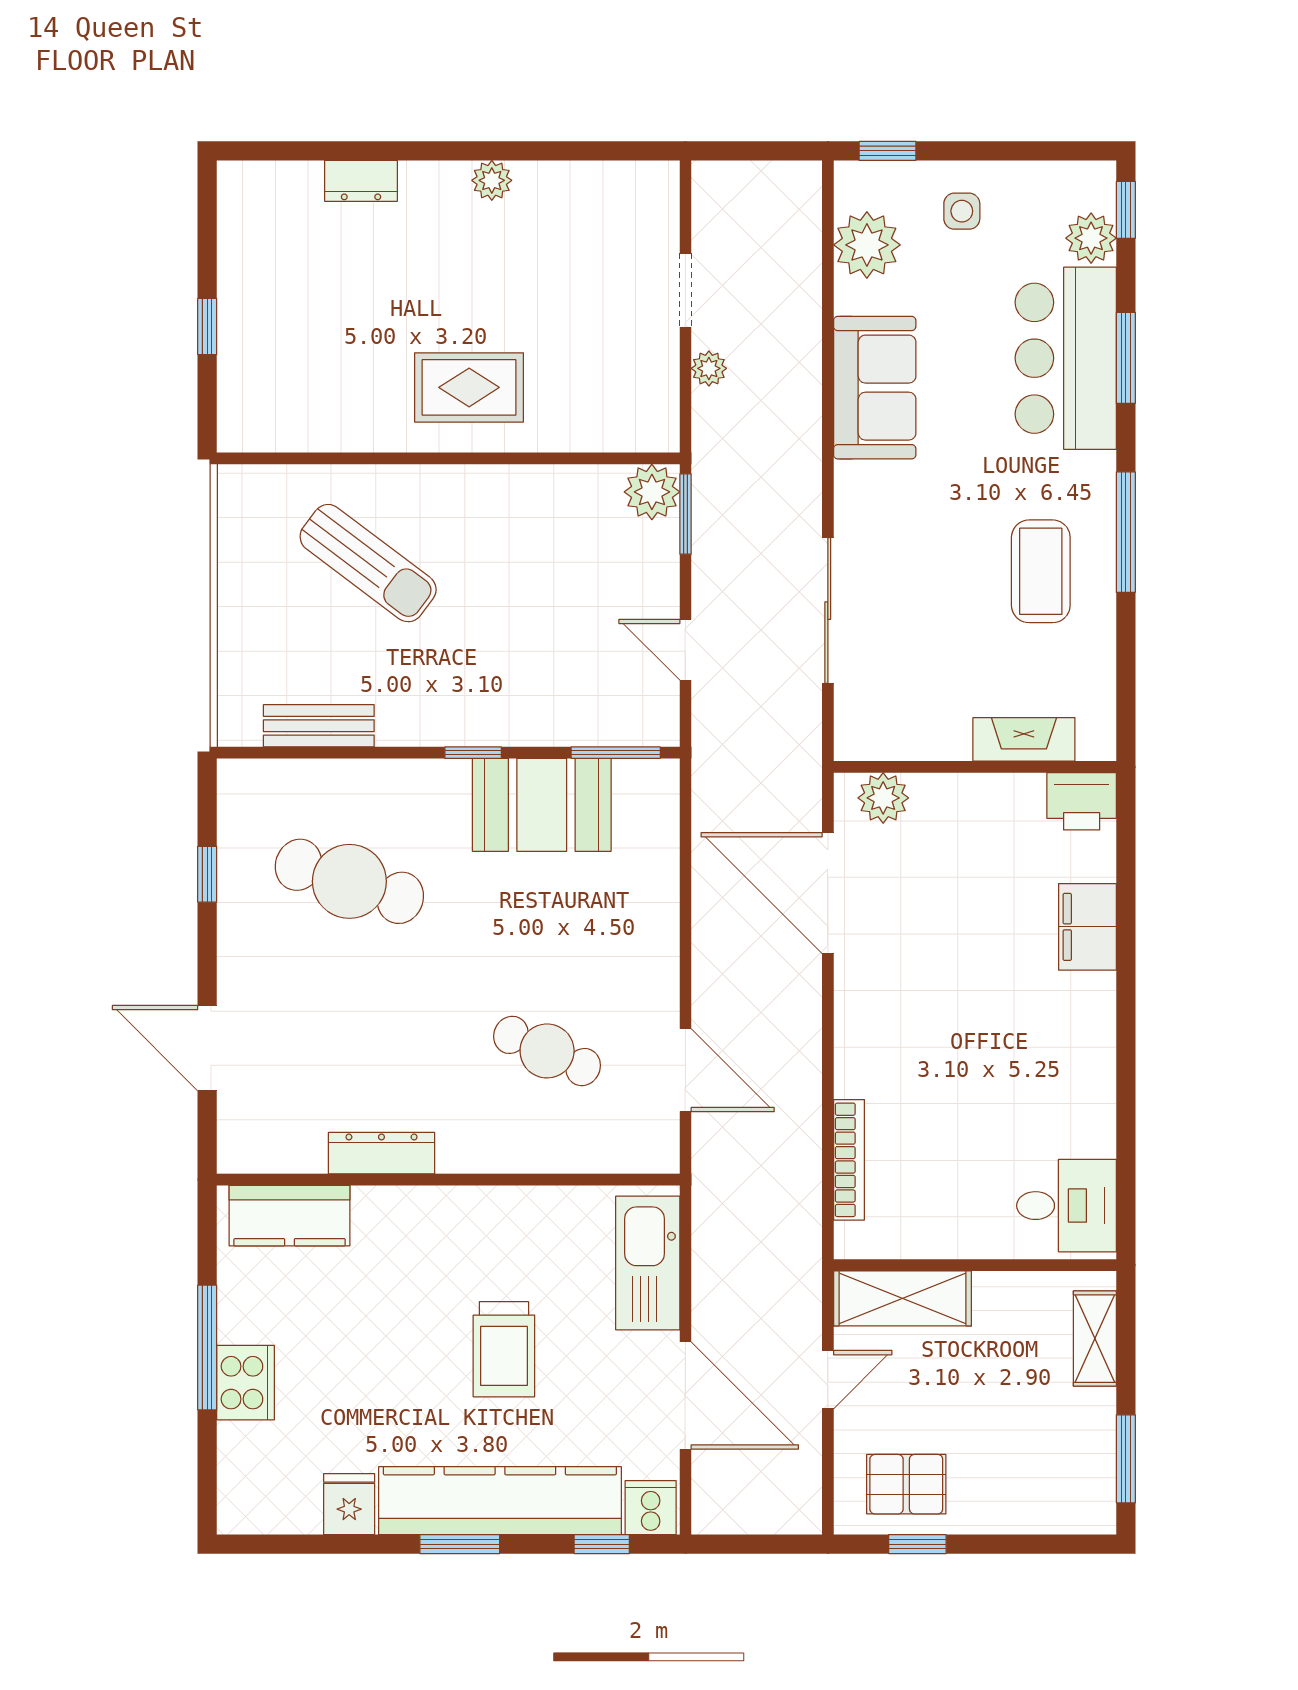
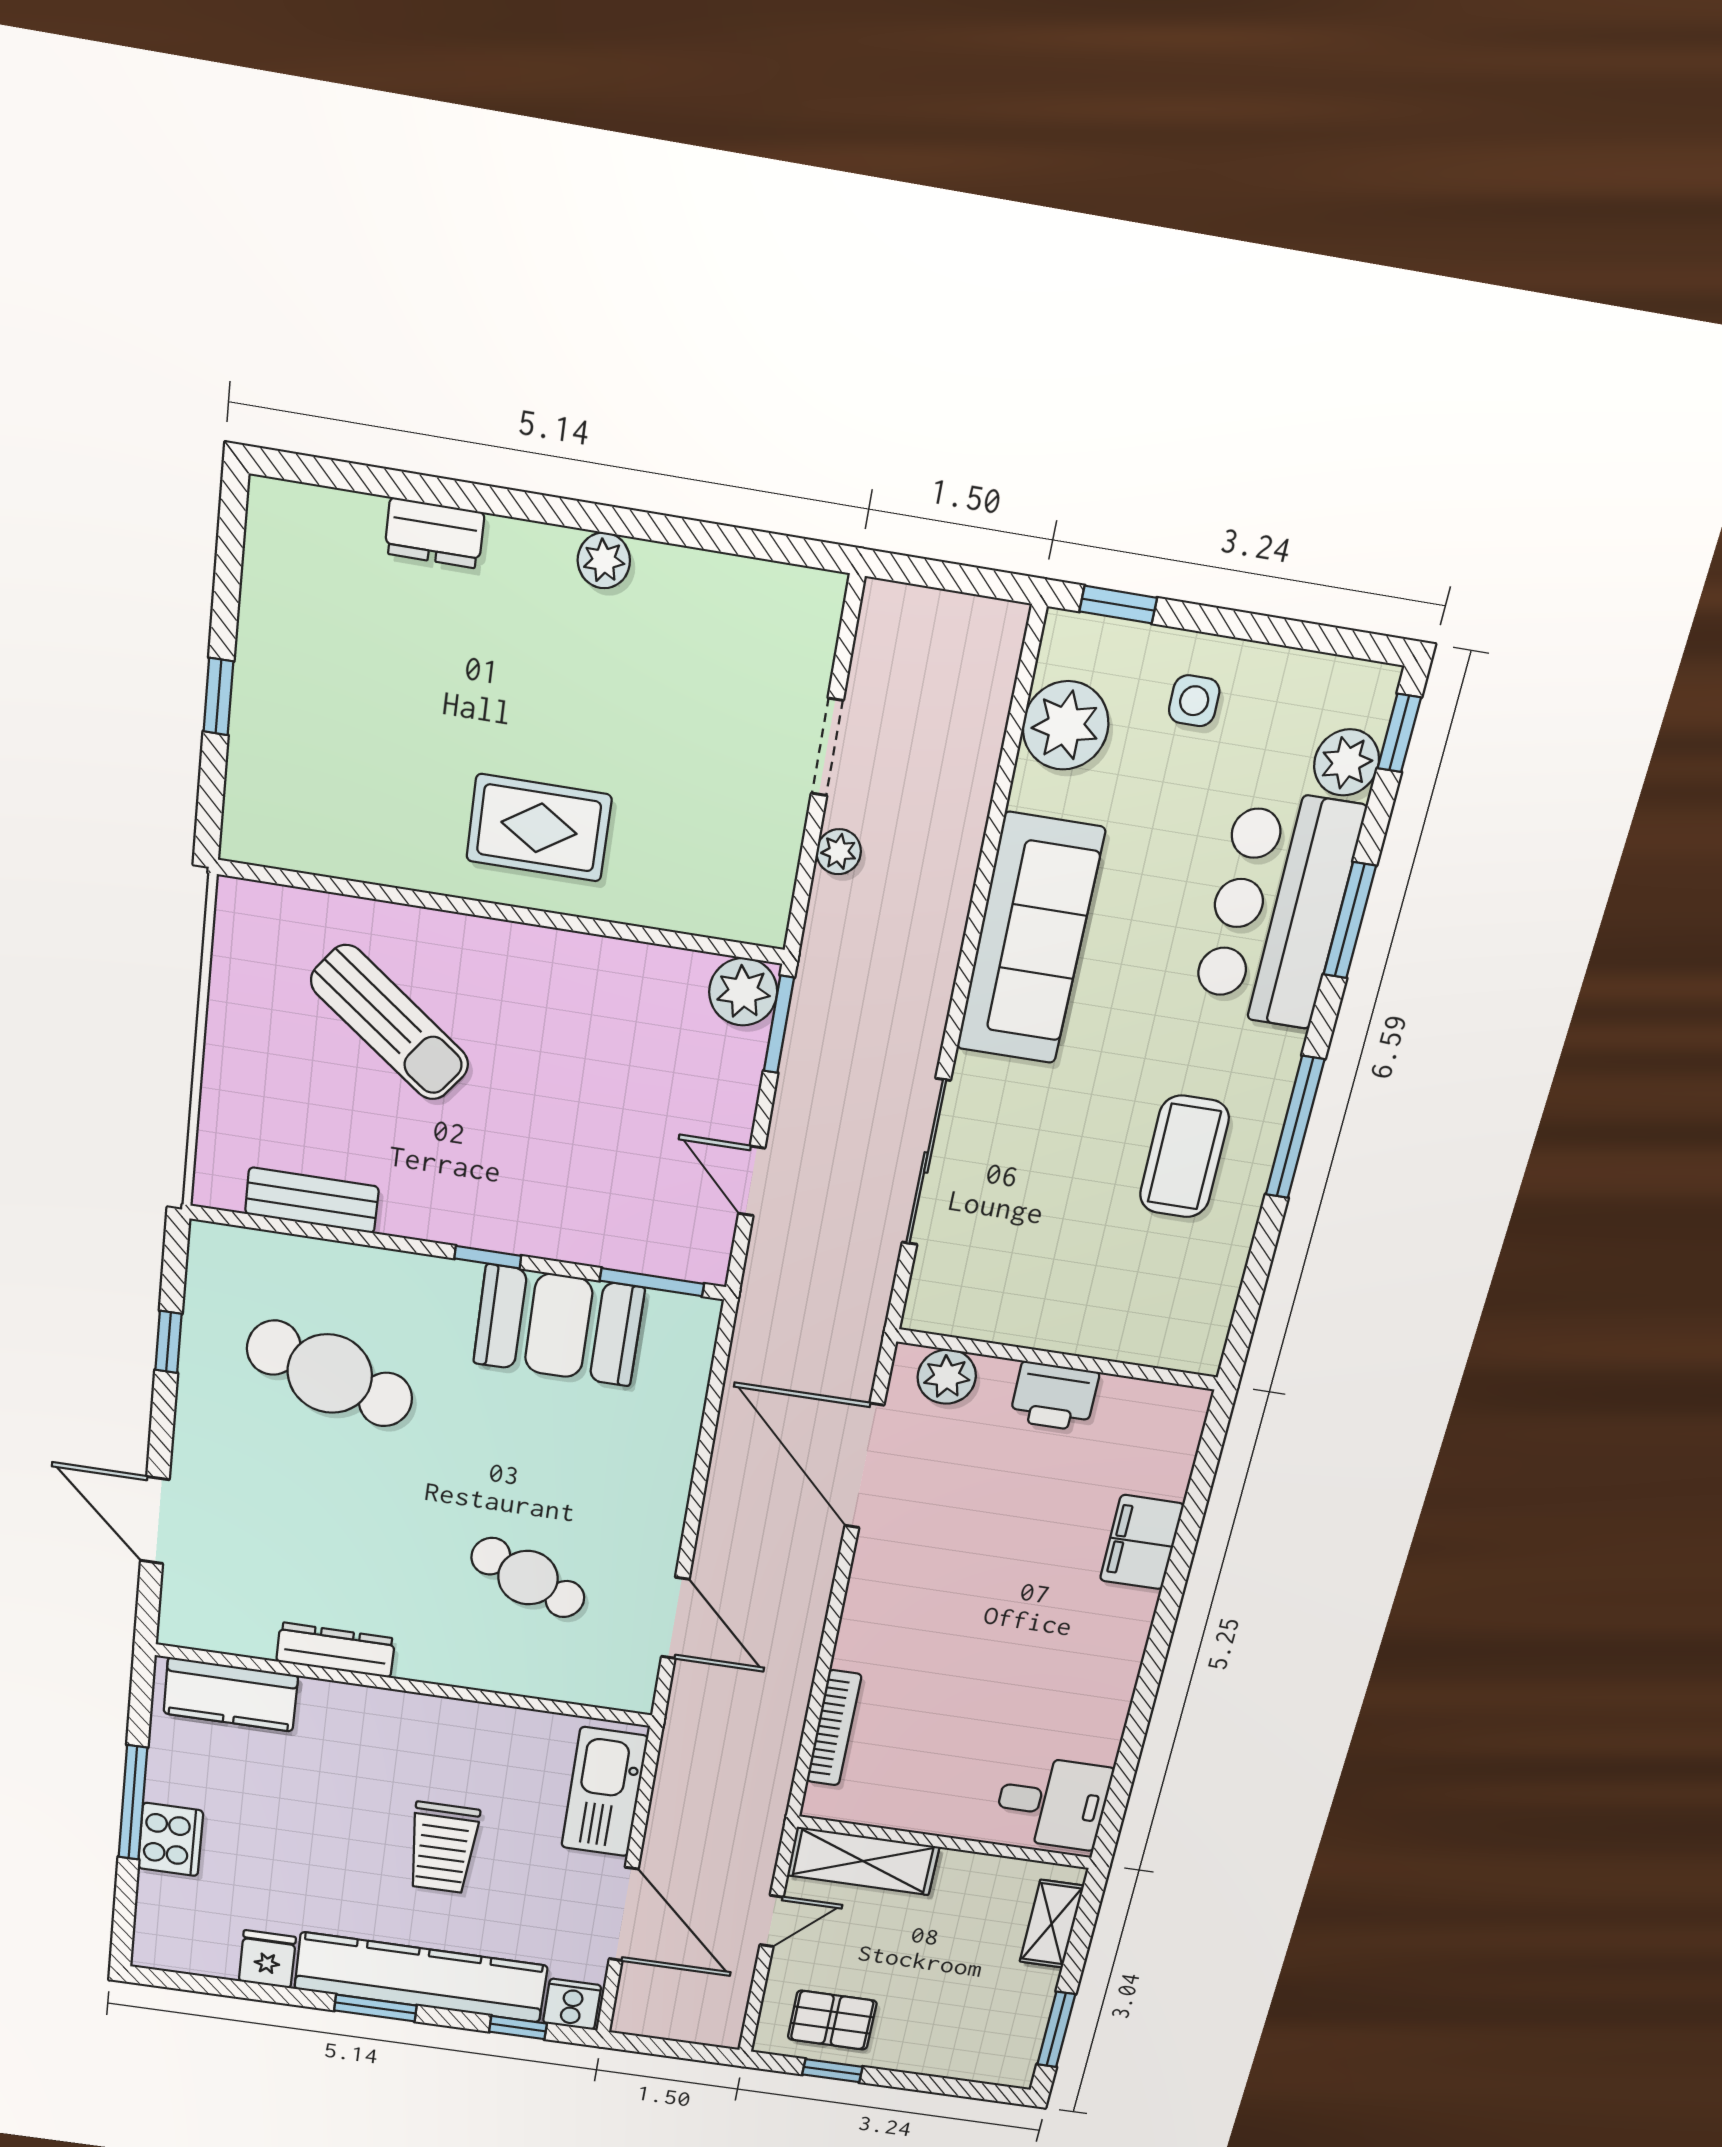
sofa: (875, 388) -> (1030, 940), width x1.36
fireplace: (1024, 739) -> (1120, 1339), removed
printer: (1082, 801) -> (1054, 1396), moved

